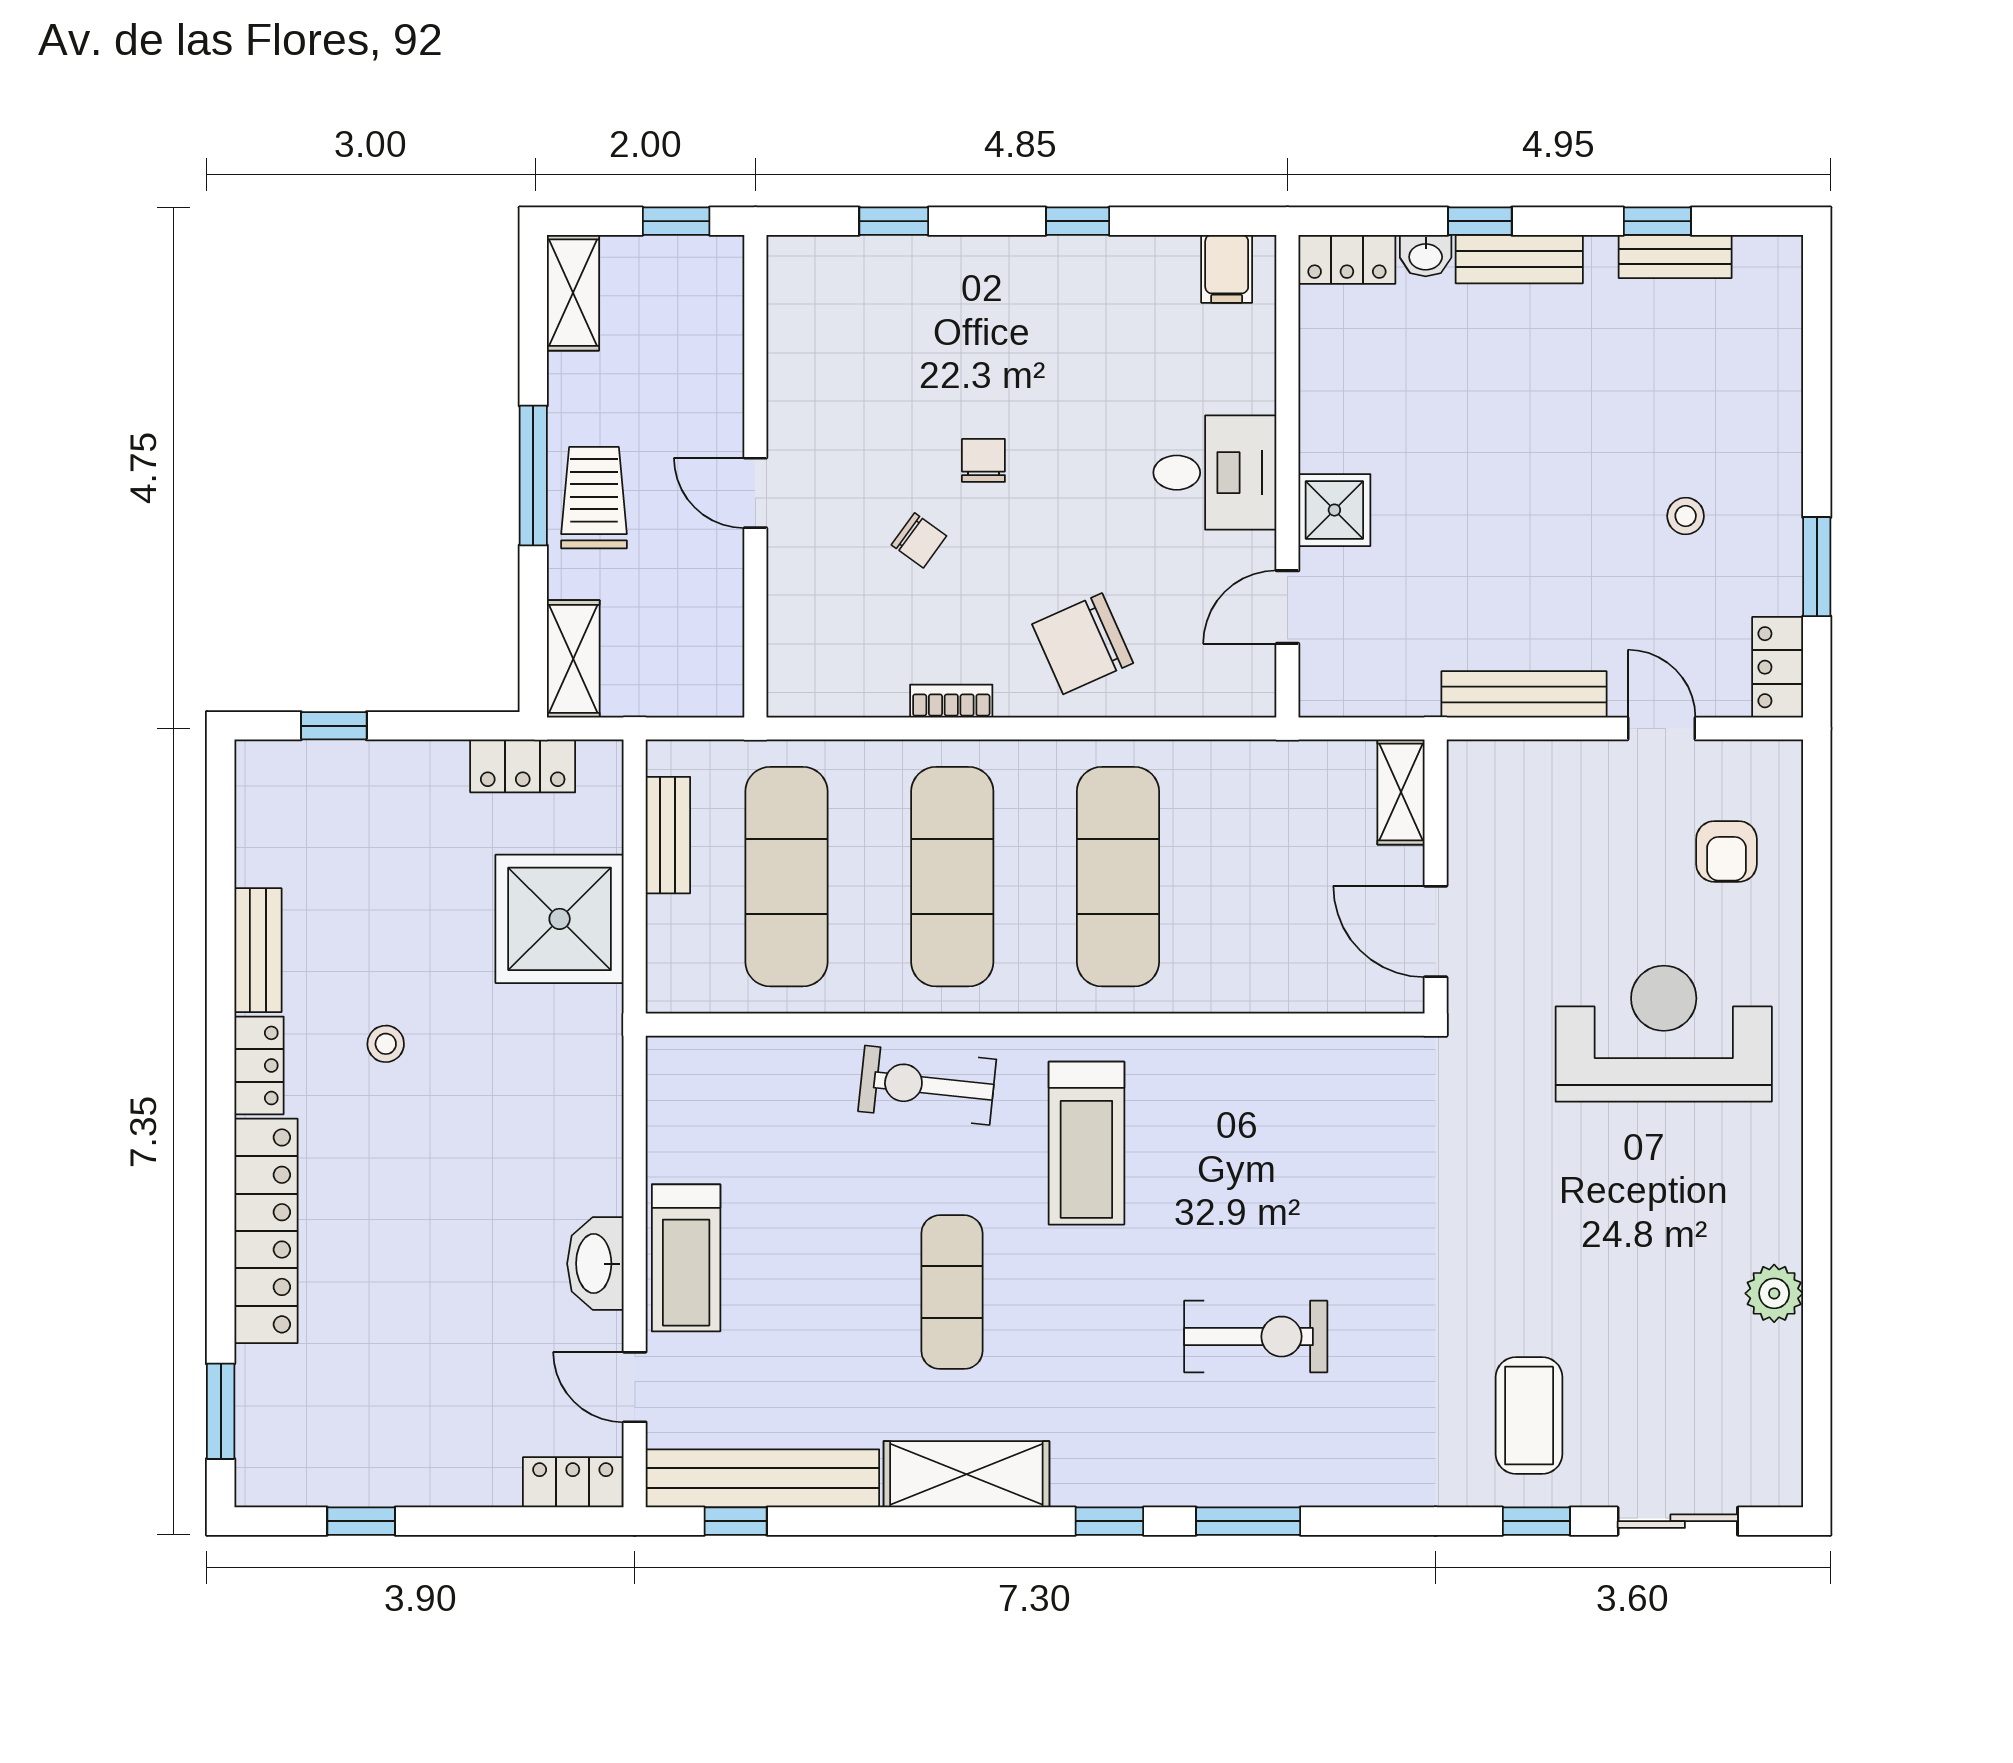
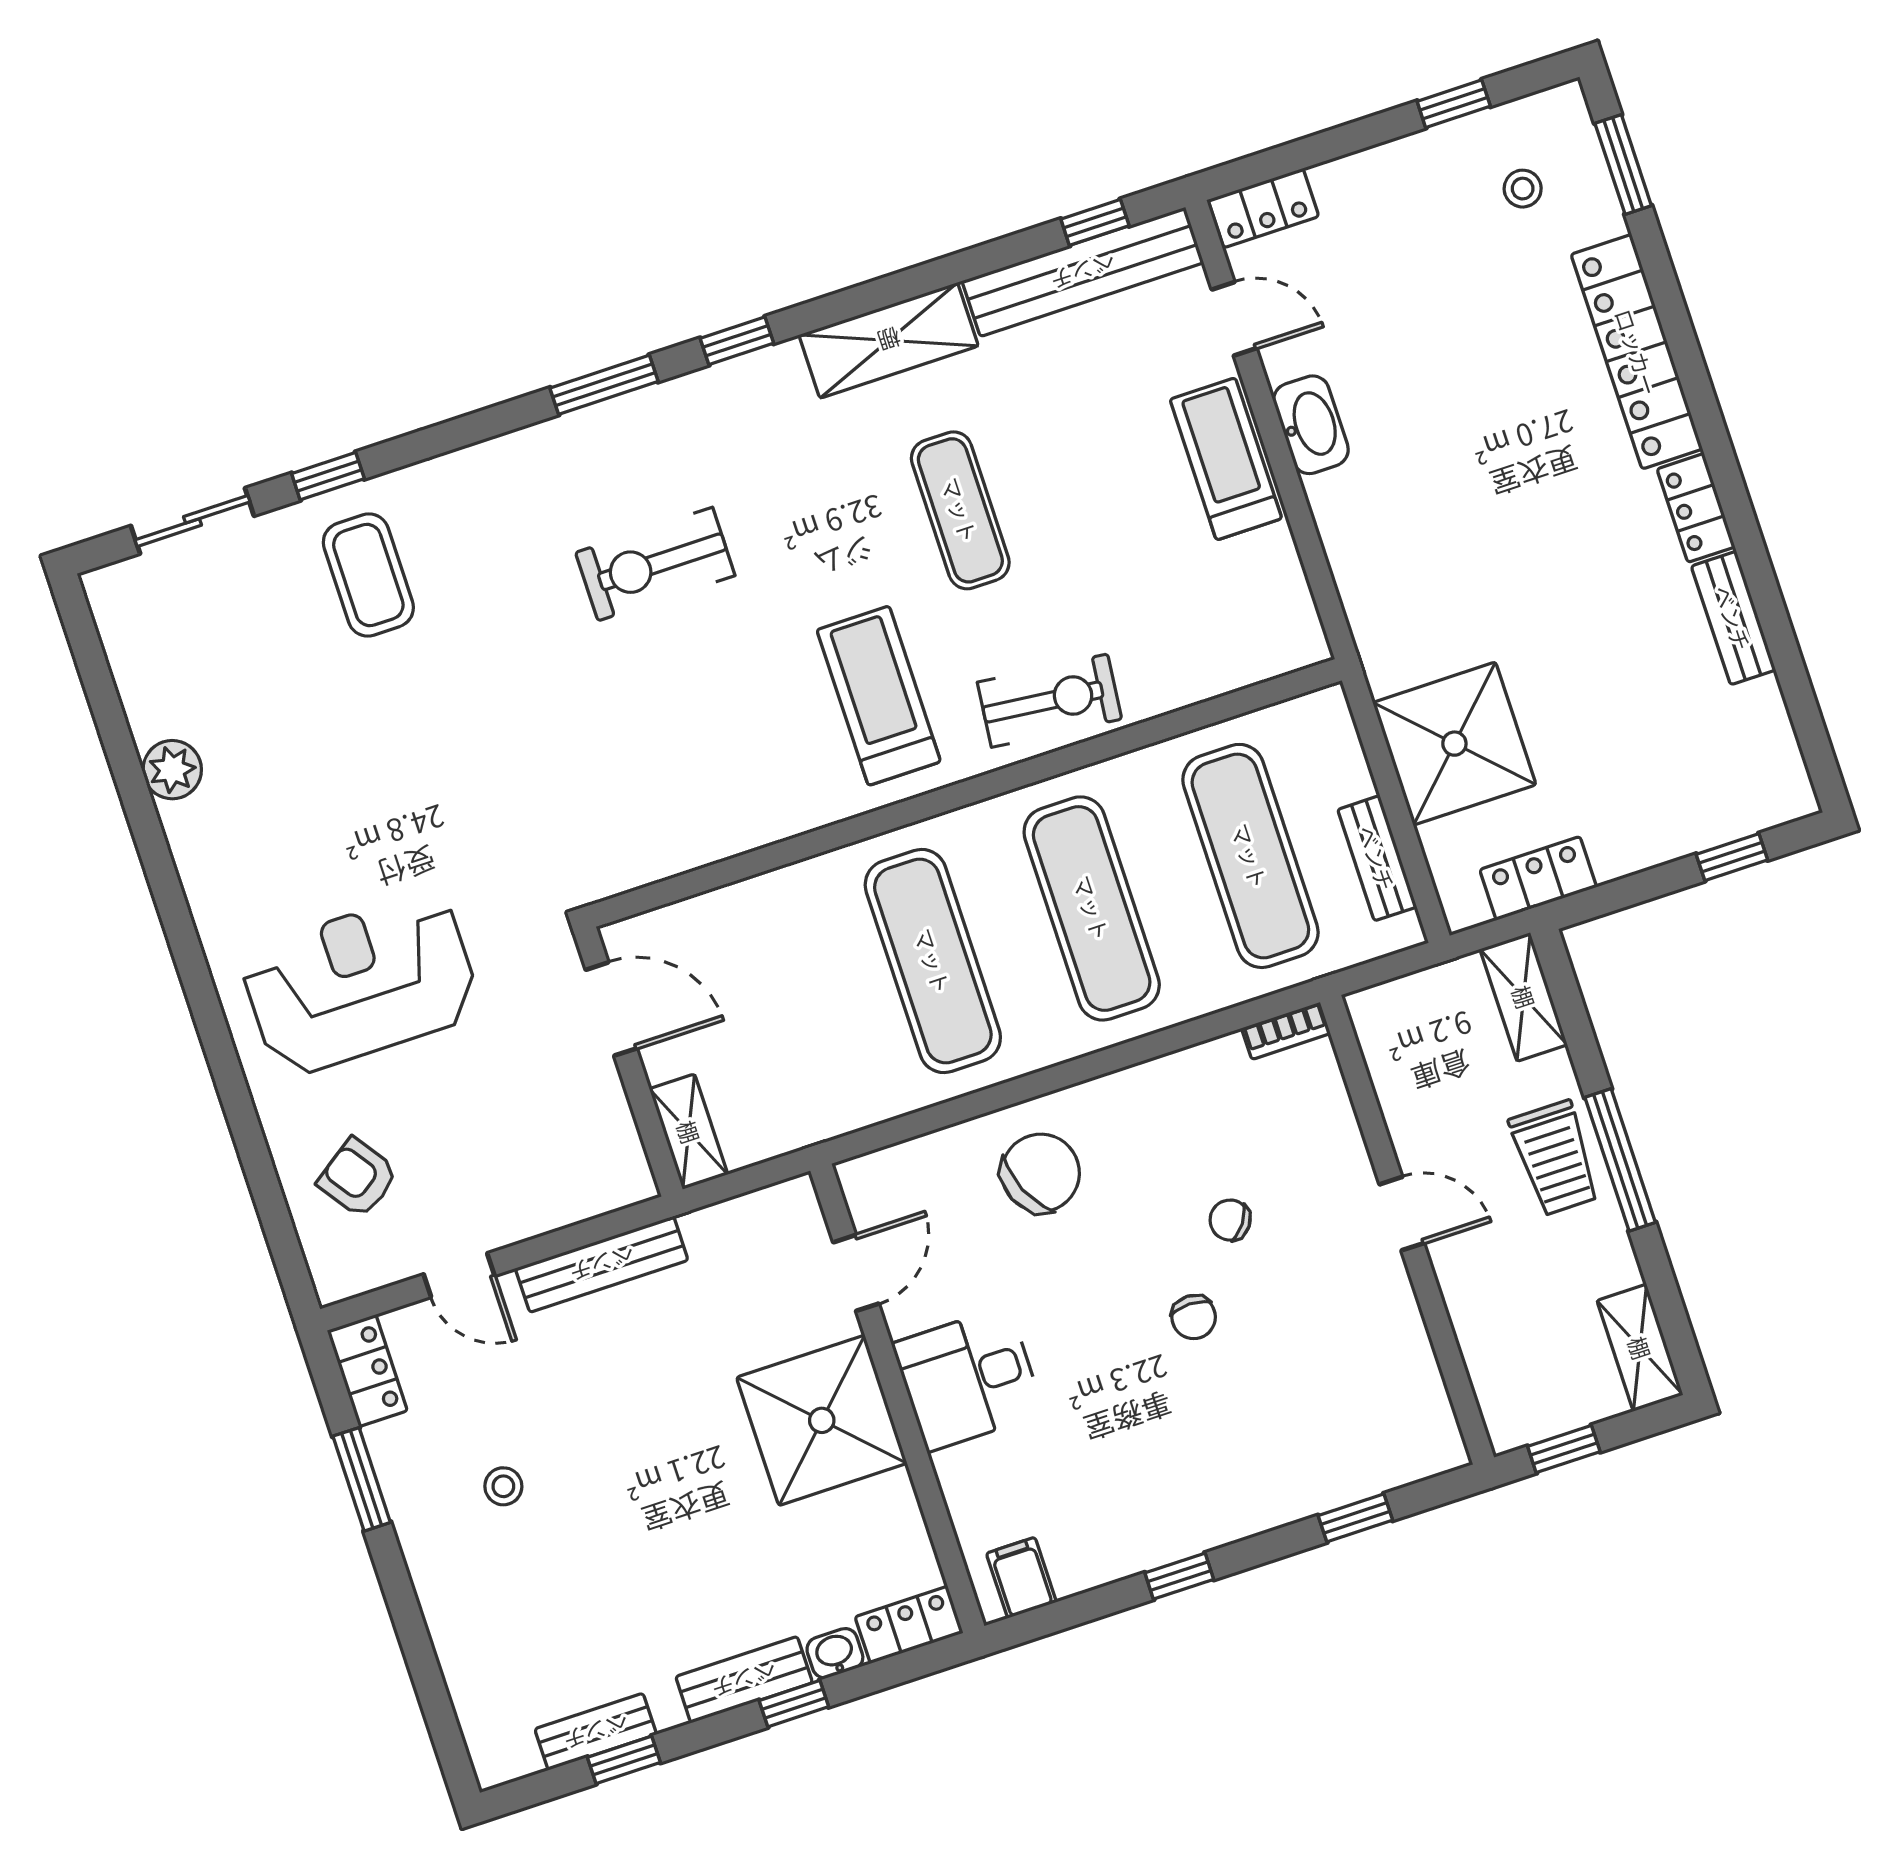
shower: (1334, 510) -> (822, 1420), width x1.86, depth x1.86
bookcase: (951, 701) -> (1286, 1031), moved
armchair: (1726, 851) -> (358, 1178), turned -35
reception desk: (1664, 1034) -> (360, 983), turned 180
stool: (386, 1044) -> (1523, 189), moved

